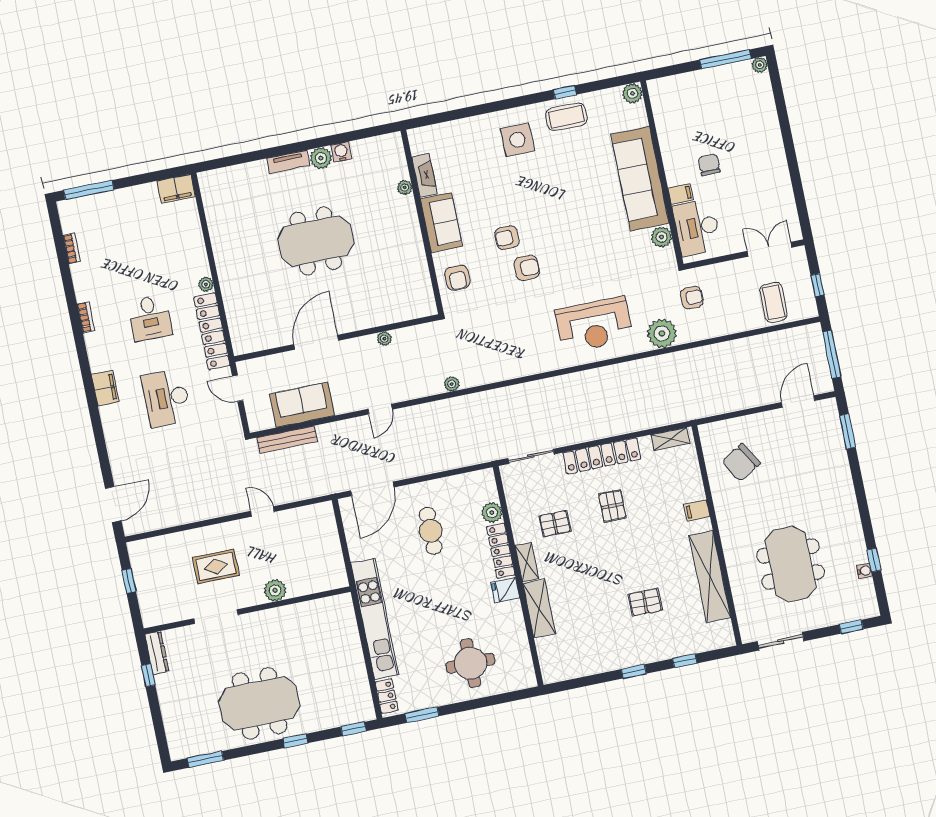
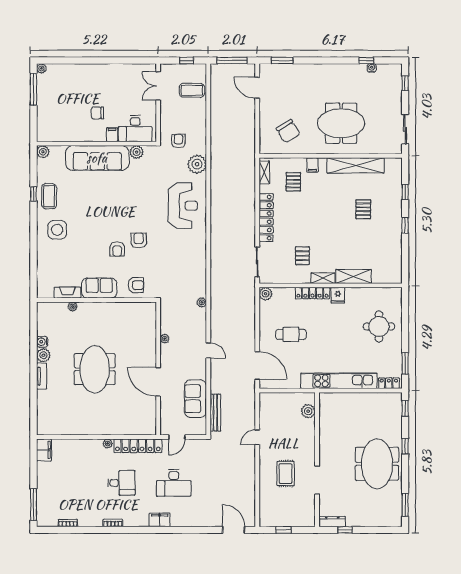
pallet: (612, 506) -> (293, 182), moved, turned 90
plant: (492, 513) -> (266, 294), moved
meeting table: (790, 564) -> (341, 123), moved
plant: (275, 590) -> (308, 411), moved

